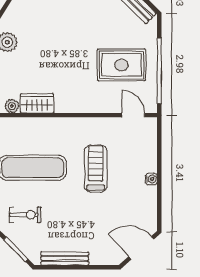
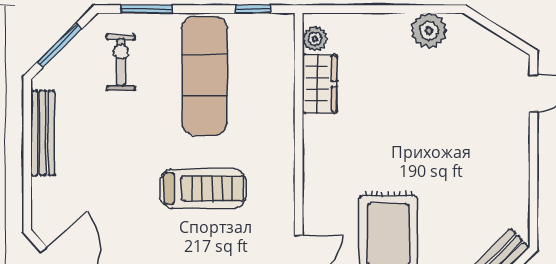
exercise bike: (25, 215) -> (121, 62), turned 180

